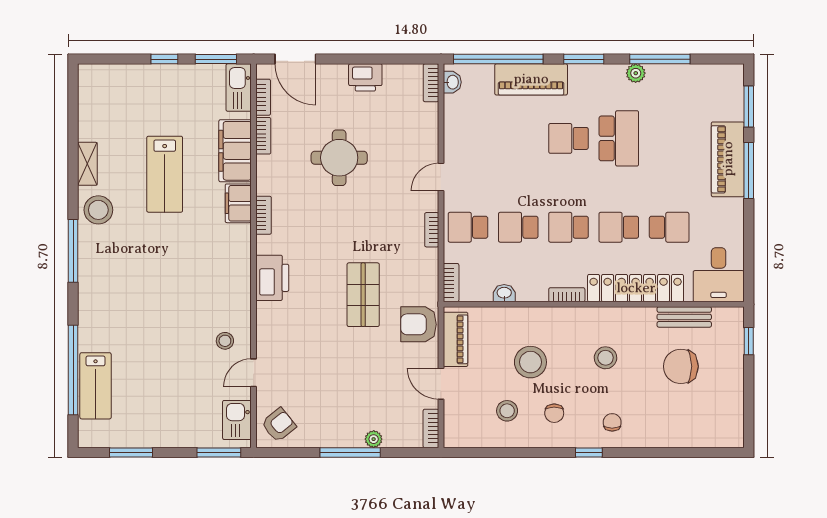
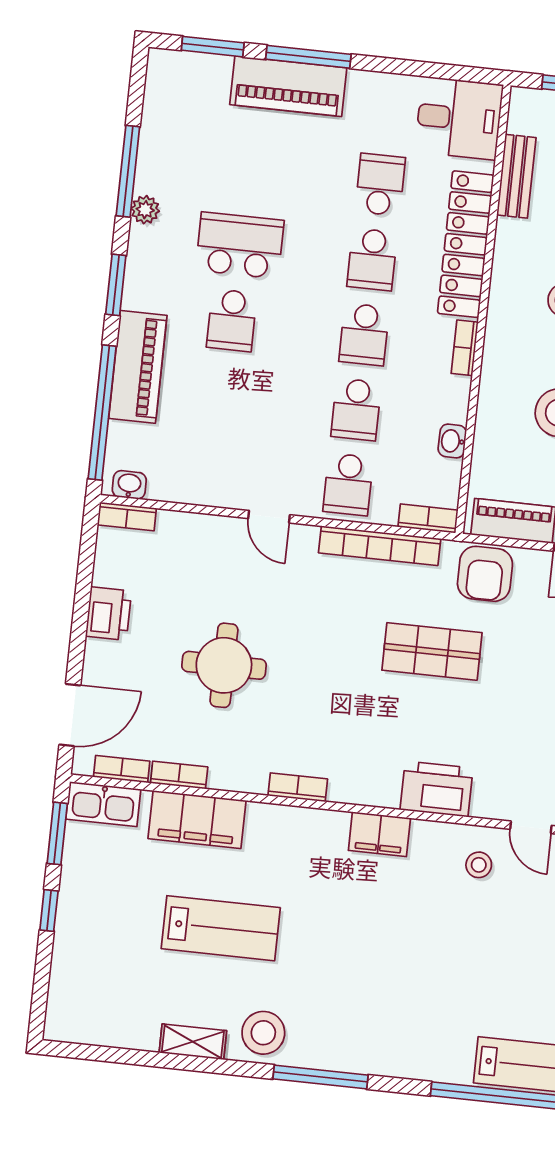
filing cabinet: (238, 203) -> (379, 834), moved
bookcase: (432, 230) -> (380, 546), width x2.31, depth x1.31
printer: (272, 278) -> (437, 789), moved

